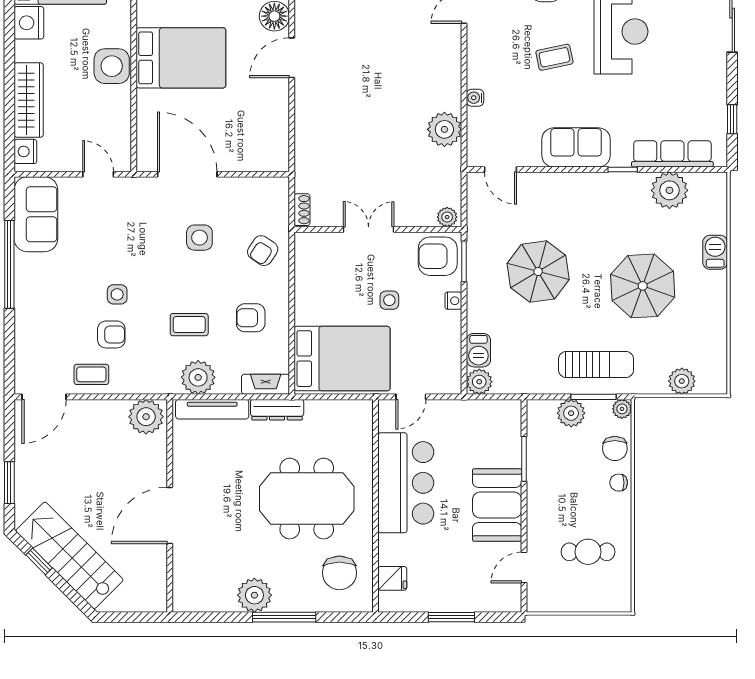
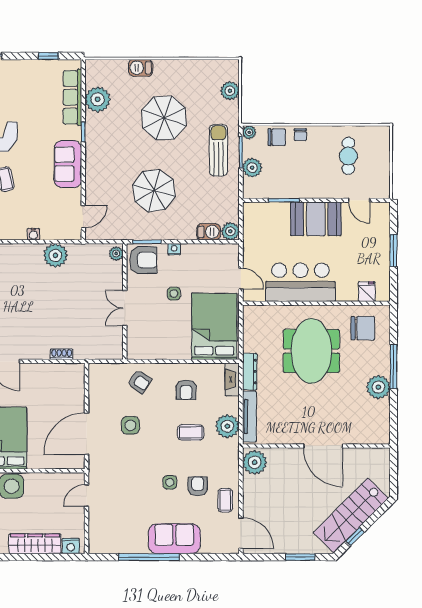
shoe rack: (302, 210) -> (62, 354), moved
sofa: (36, 214) -> (174, 539), moved
armchair: (438, 256) -> (143, 260), turned -90
coffee table: (189, 325) -> (191, 432), turned 90

